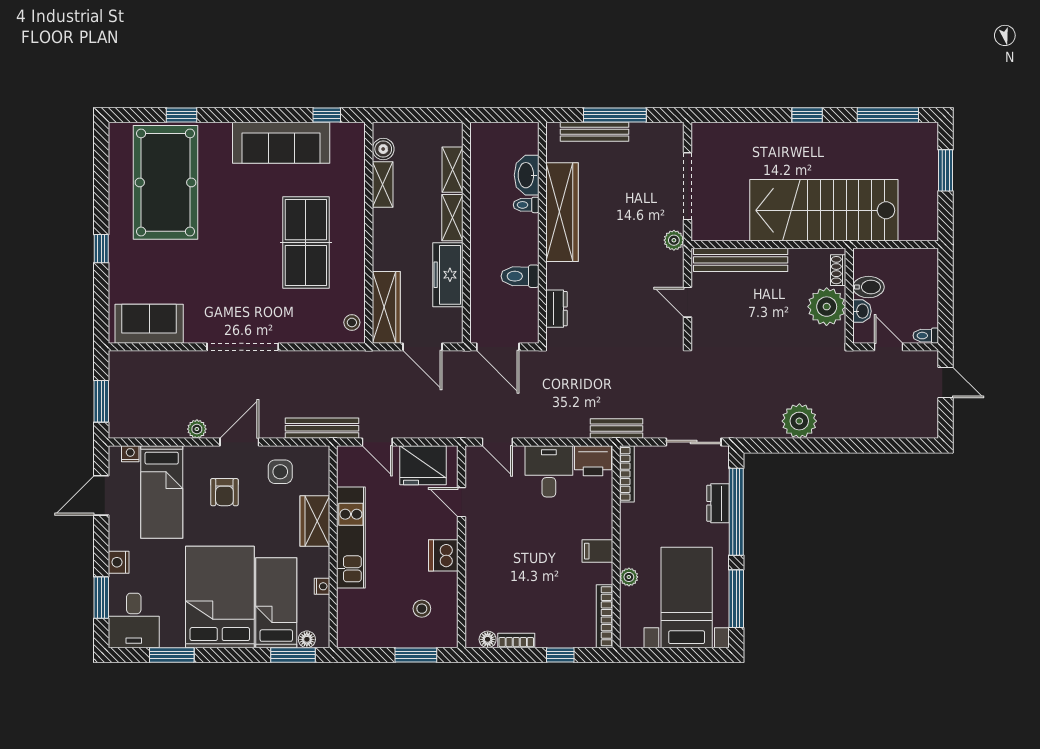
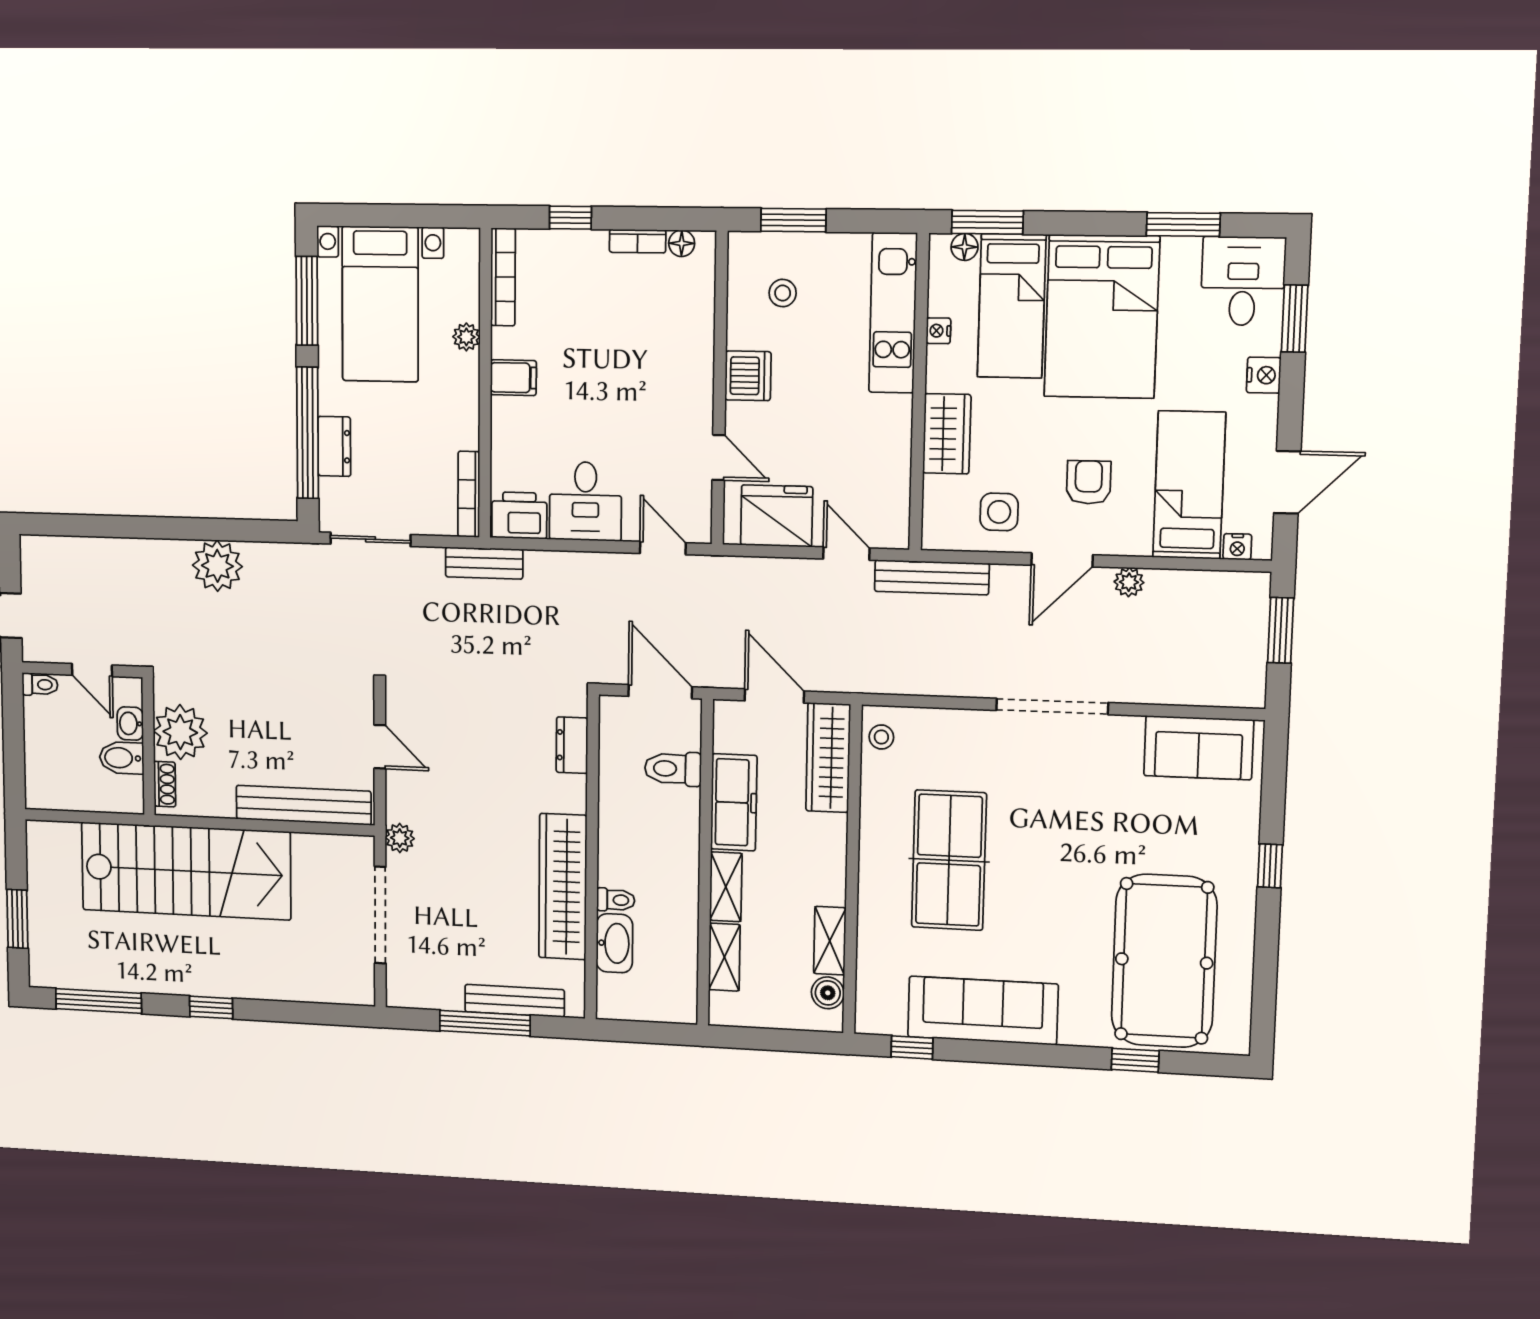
toilet: (520, 276) -> (673, 769), moved, turned 180
kitchen unit: (351, 537) -> (893, 313), moved

